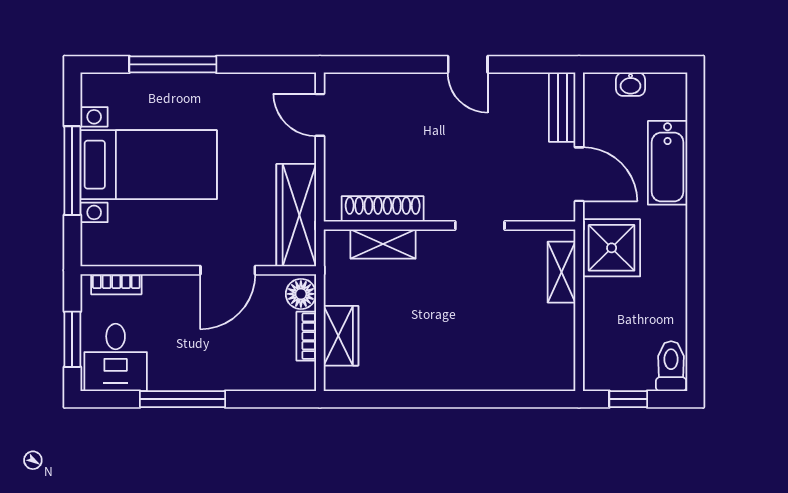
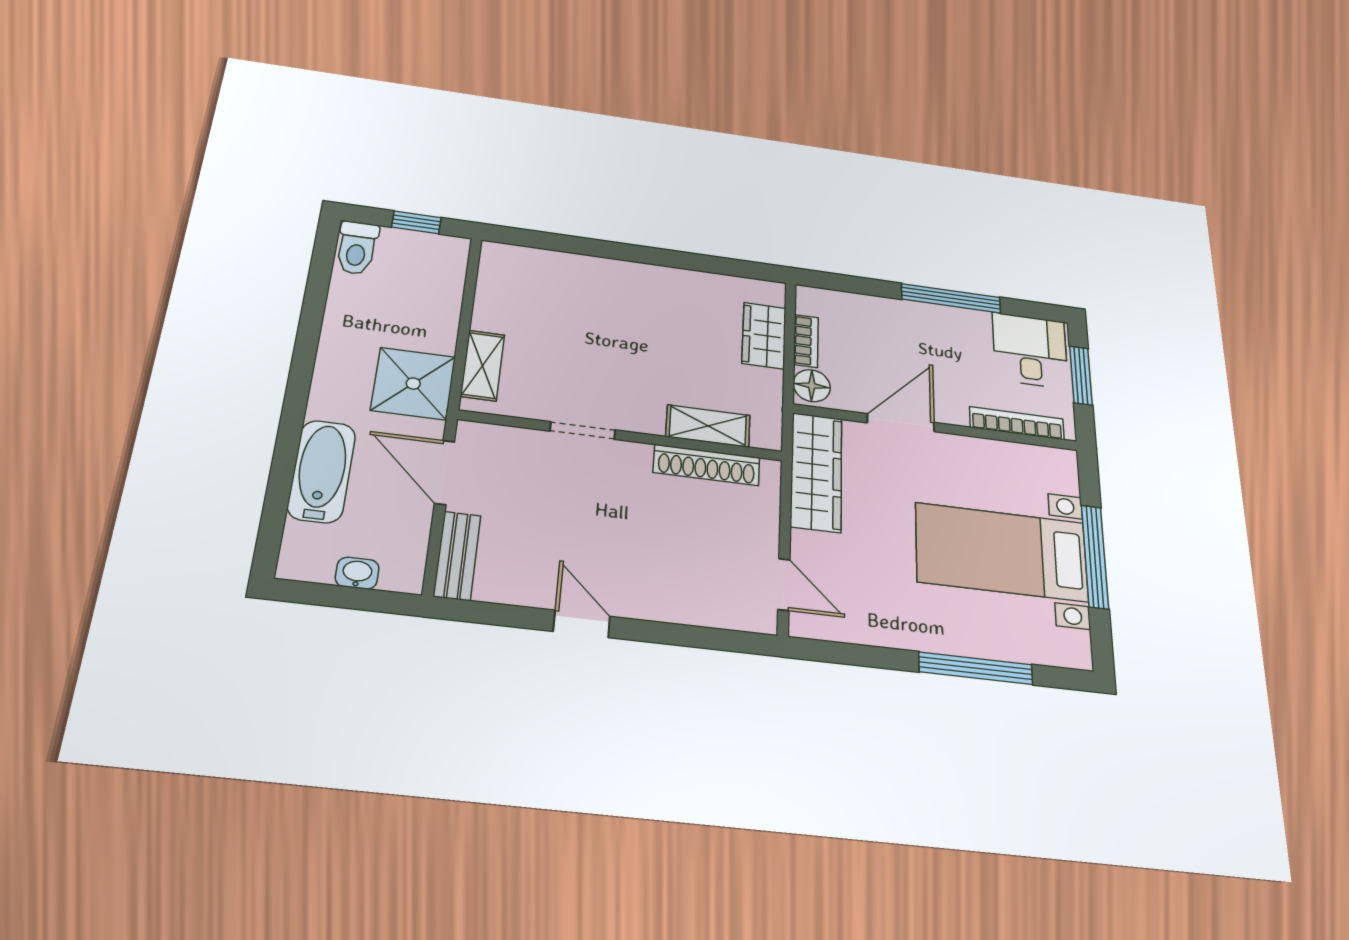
bookcase: (116, 284) -> (1017, 423), width x1.56

